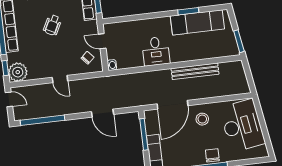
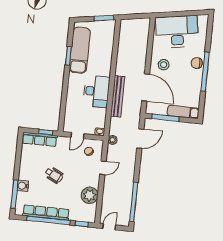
desk: (156, 51) -> (96, 91), width x1.37
bench: (195, 71) -> (118, 96), moved
plant: (18, 72) -> (90, 195), moved
door: (60, 79) -> (103, 168), moved
plant: (106, 81) -> (112, 140), added
door: (103, 113) -> (140, 139), moved

